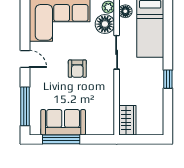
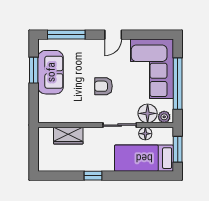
floor lamp: (125, 11) -> (145, 134), moved
wardrobe: (127, 120) -> (68, 136), moved
window: (61, 139) -> (34, 70), width x0.69

